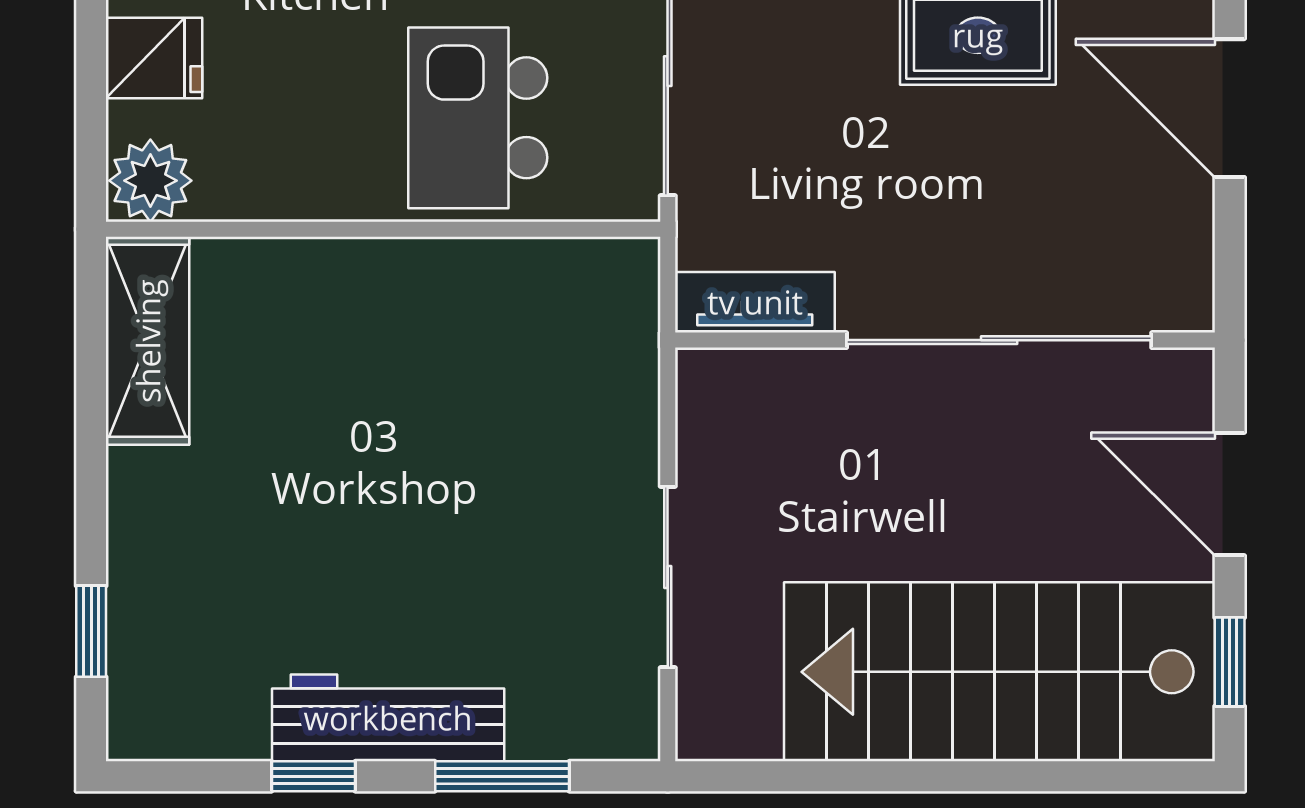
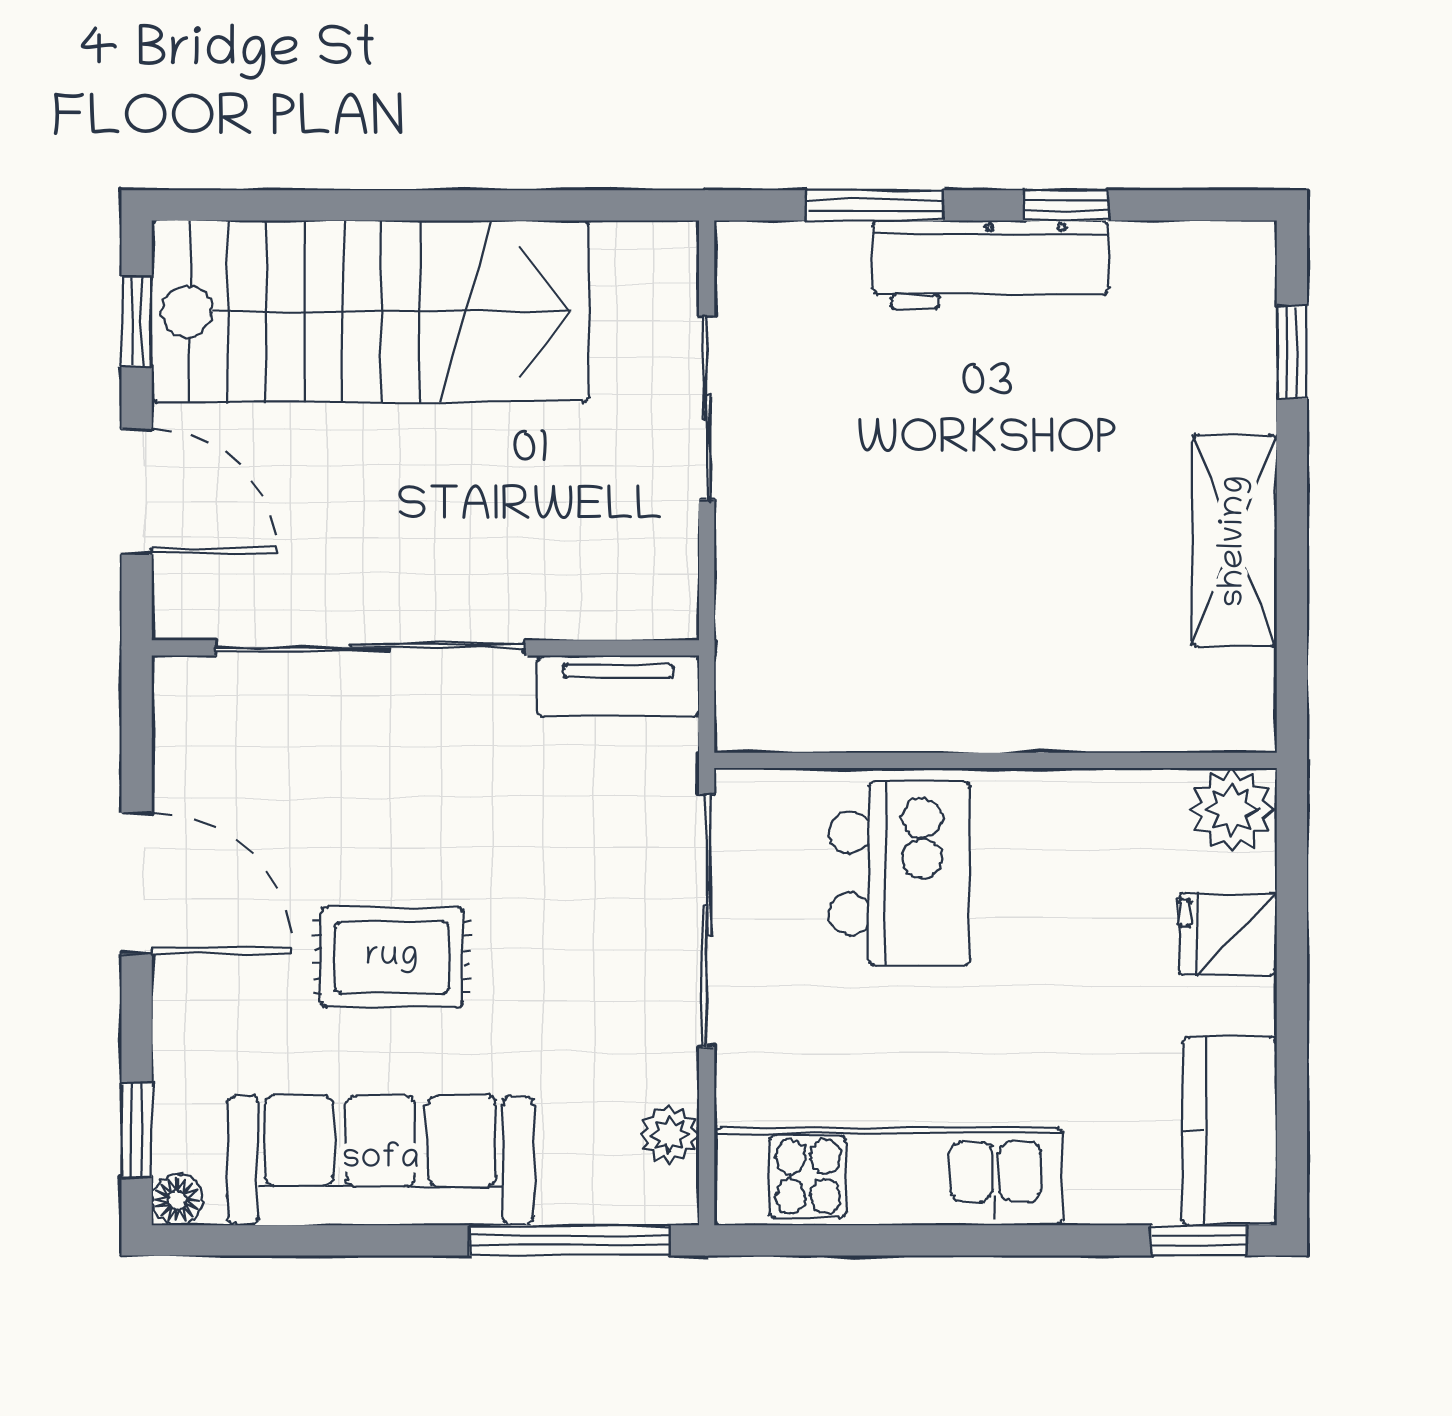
shelving: (148, 341) -> (1235, 541), moved

